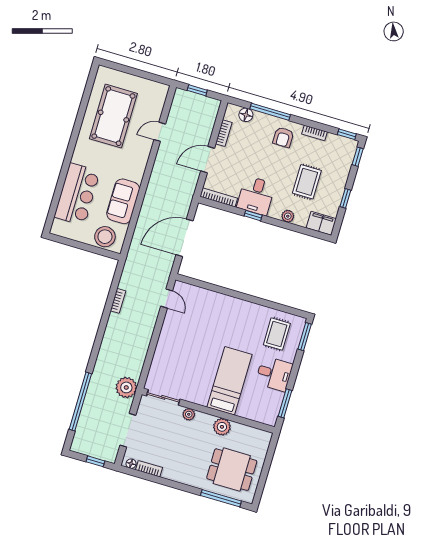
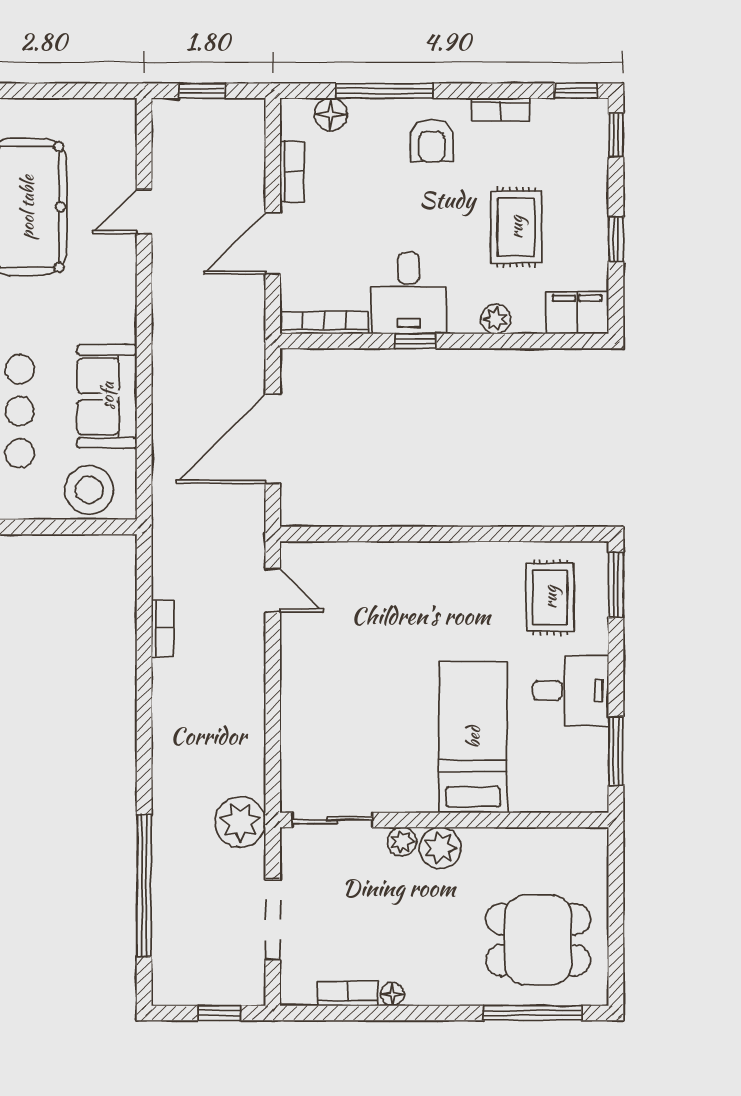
plant: (222, 427) -> (440, 848), moved
floor lamp: (131, 464) -> (392, 994), moved

